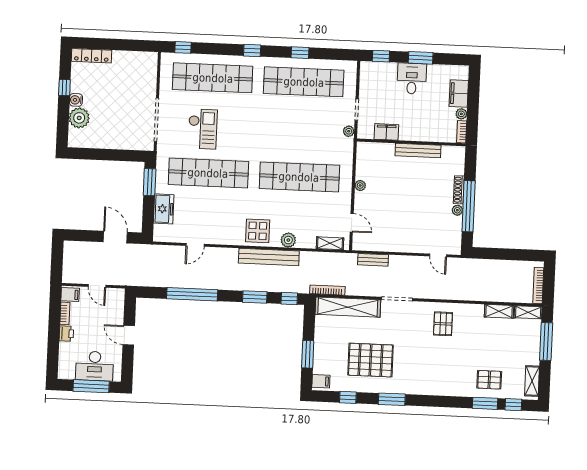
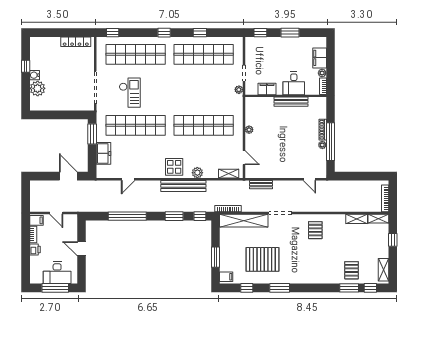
locker: (91, 56) -> (76, 42), moved
desk: (412, 78) -> (294, 83), moved, turned 180
window: (546, 342) -> (393, 240), width x0.46
pallet: (489, 380) -> (352, 270), turned 90

